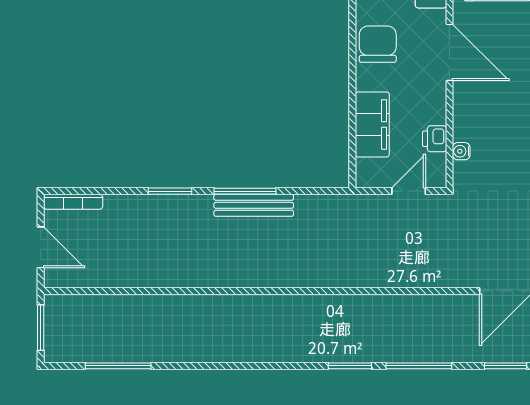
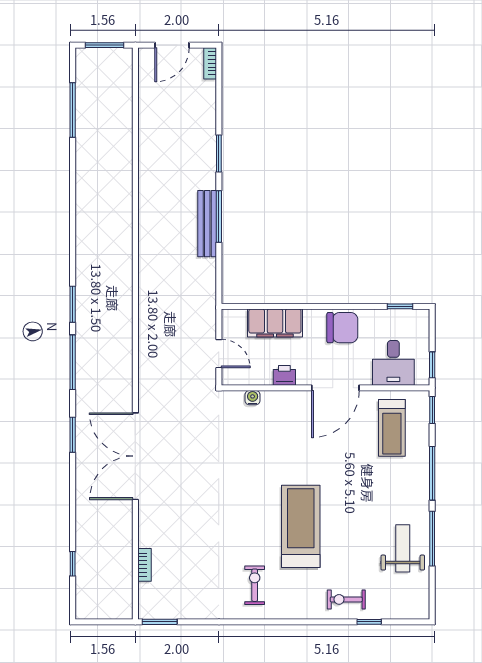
printer: (435, 139) -> (284, 375), moved
bookcase: (73, 202) -> (210, 63), width x0.64

